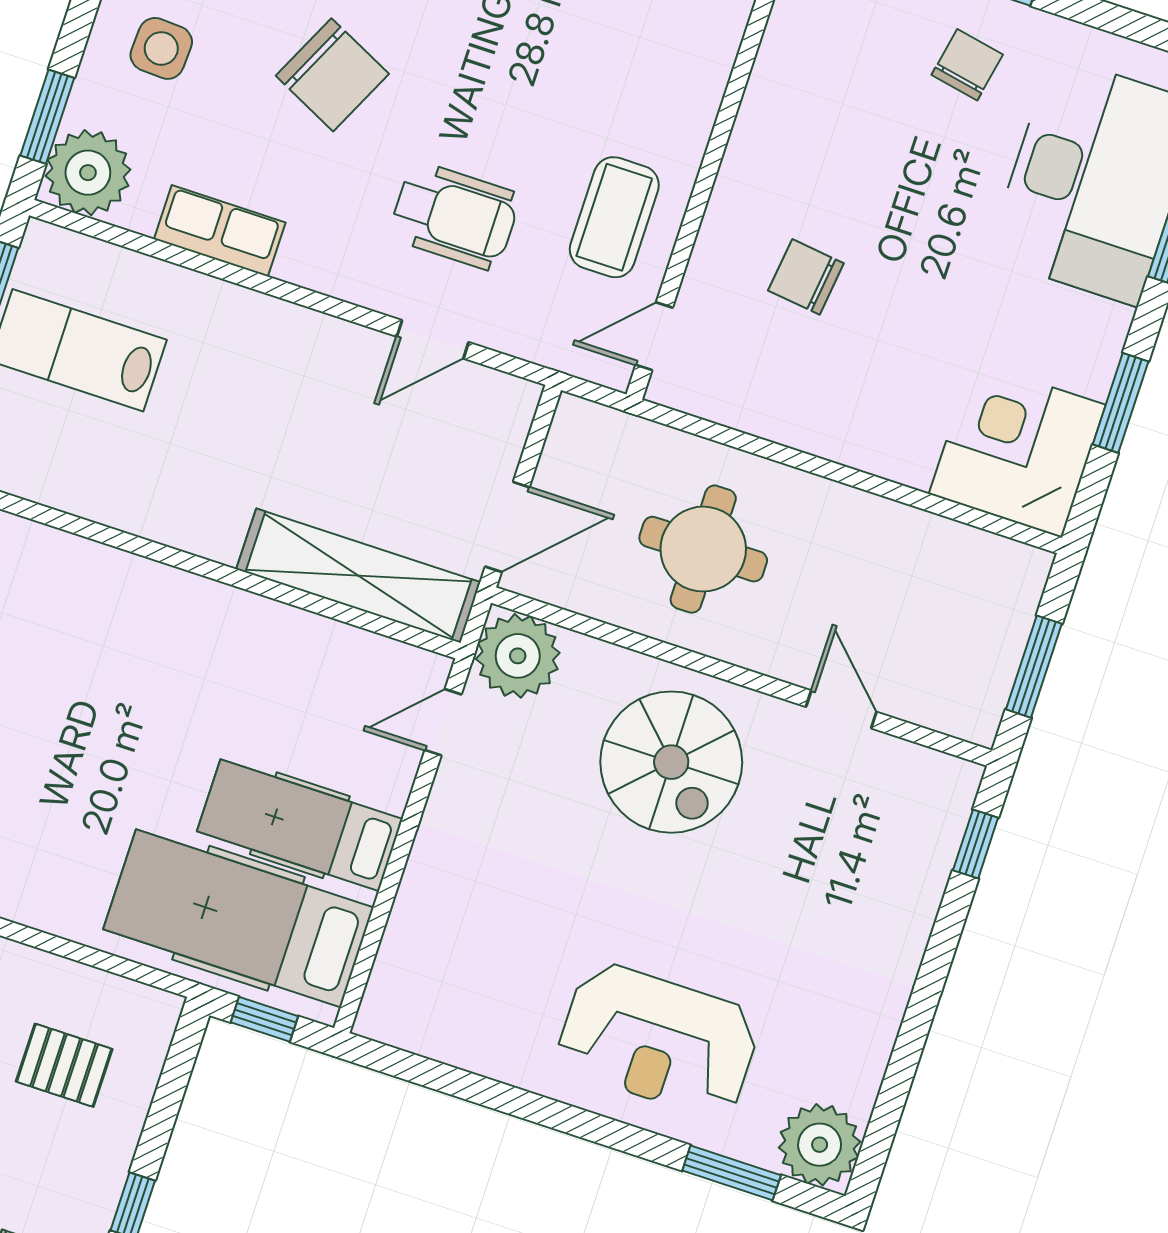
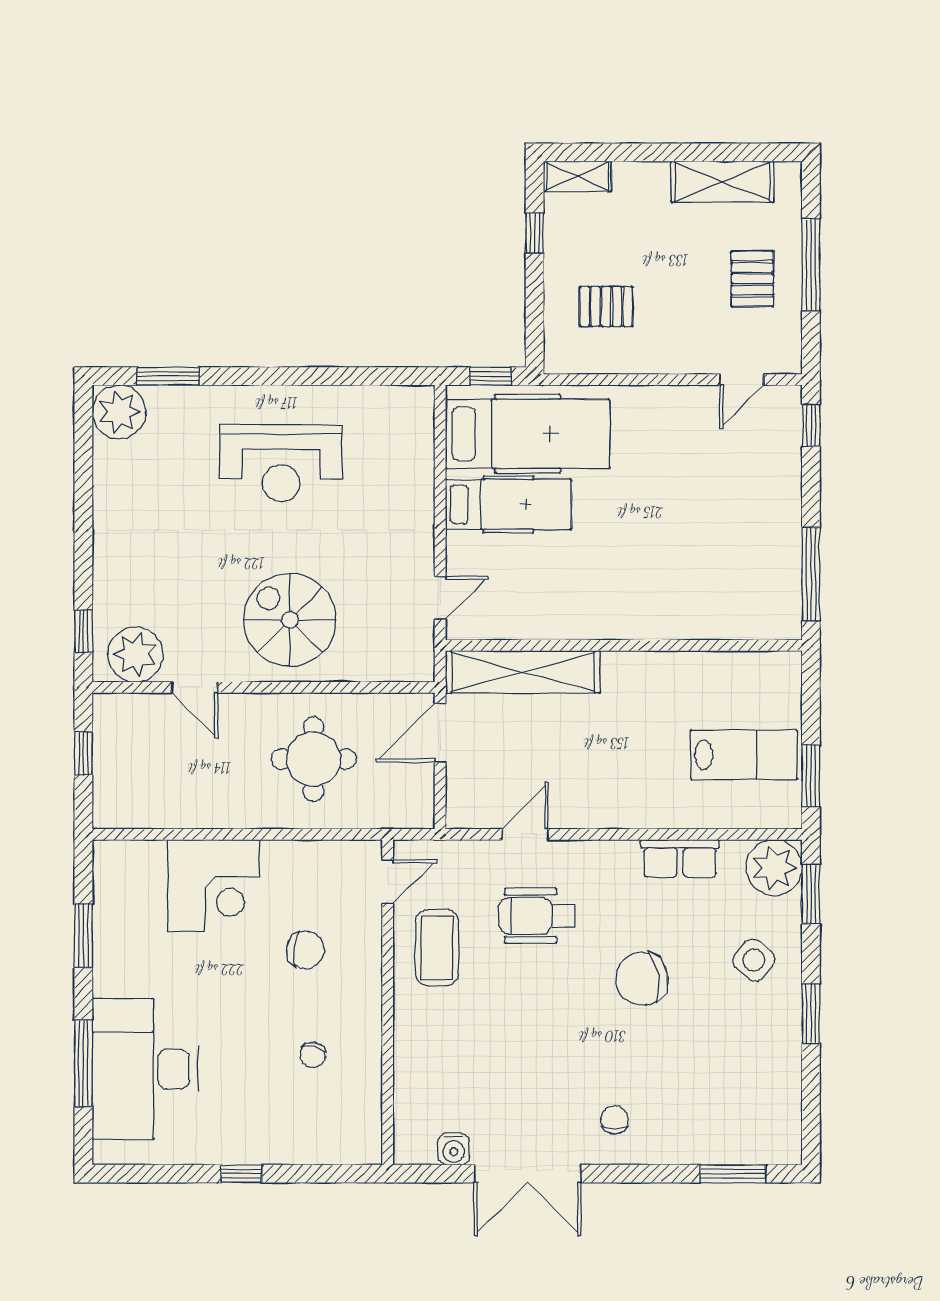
side table: (161, 48) -> (754, 960), turned 35
chair: (967, 65) -> (313, 1055), moved, width x0.73, depth x0.73
chair: (332, 75) -> (642, 979), turned -36
corner desk: (1017, 449) -> (214, 886), moved
plant: (518, 656) -> (135, 655), moved
window: (1034, 667) -> (83, 754), width x0.67
reception desk: (658, 1040) -> (281, 463), moved, turned 180

